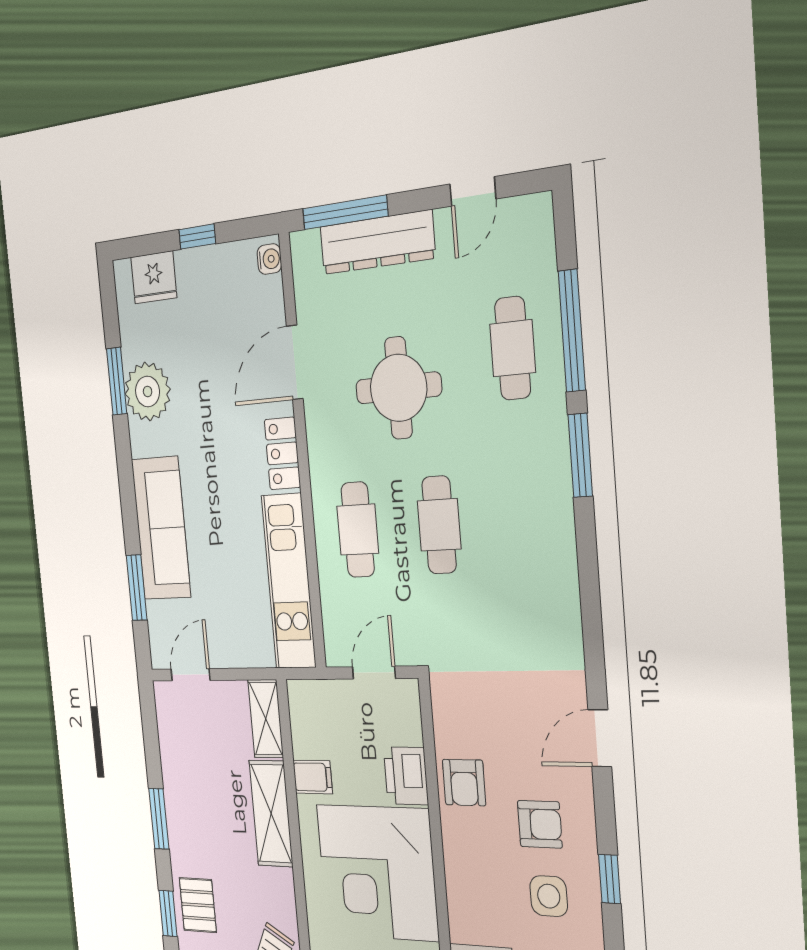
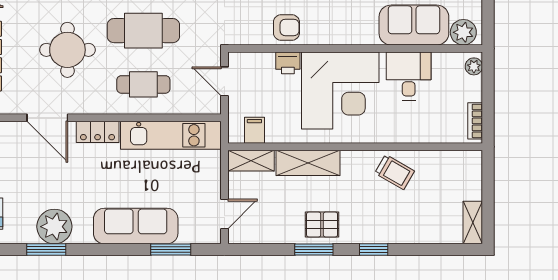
cafe table: (439, 525) -> (143, 31), width x1.37, depth x1.35
door: (191, 675) -> (224, 214), swing flipped
printer: (406, 776) -> (288, 63), width x0.73, depth x0.81
filing cabinet: (313, 777) -> (254, 130), moved
pallet: (198, 905) -> (322, 225), moved

